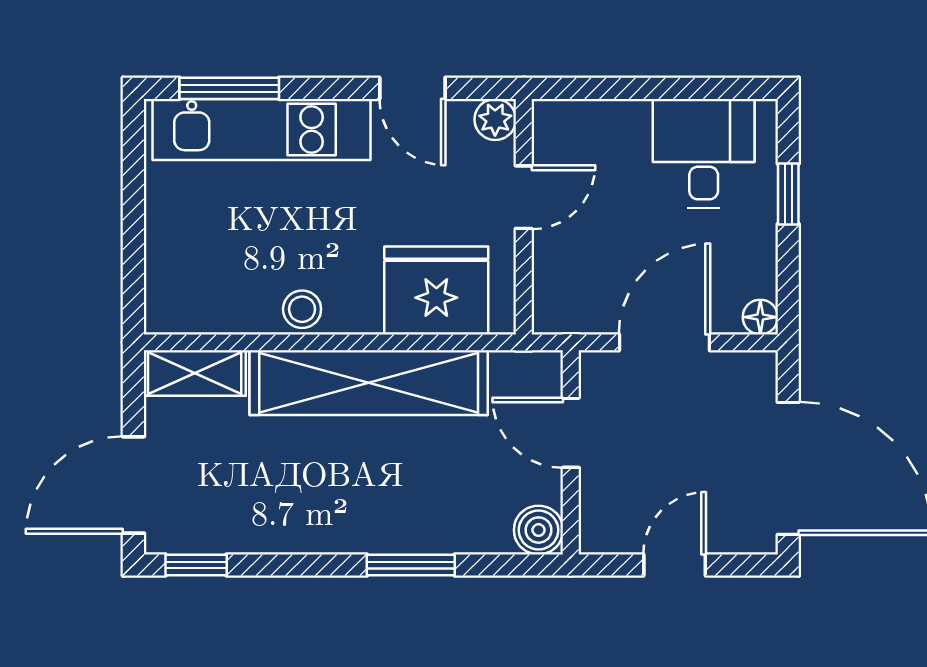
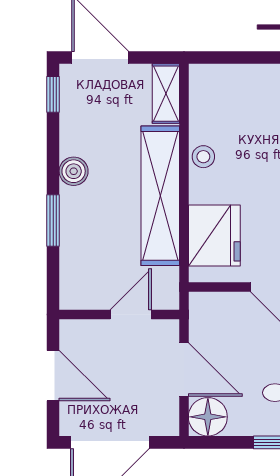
floor lamp: (760, 317) -> (208, 417), width x1.89, depth x1.89
boiler: (539, 530) -> (74, 171), moved
door: (675, 565) -> (53, 376), width x1.38

